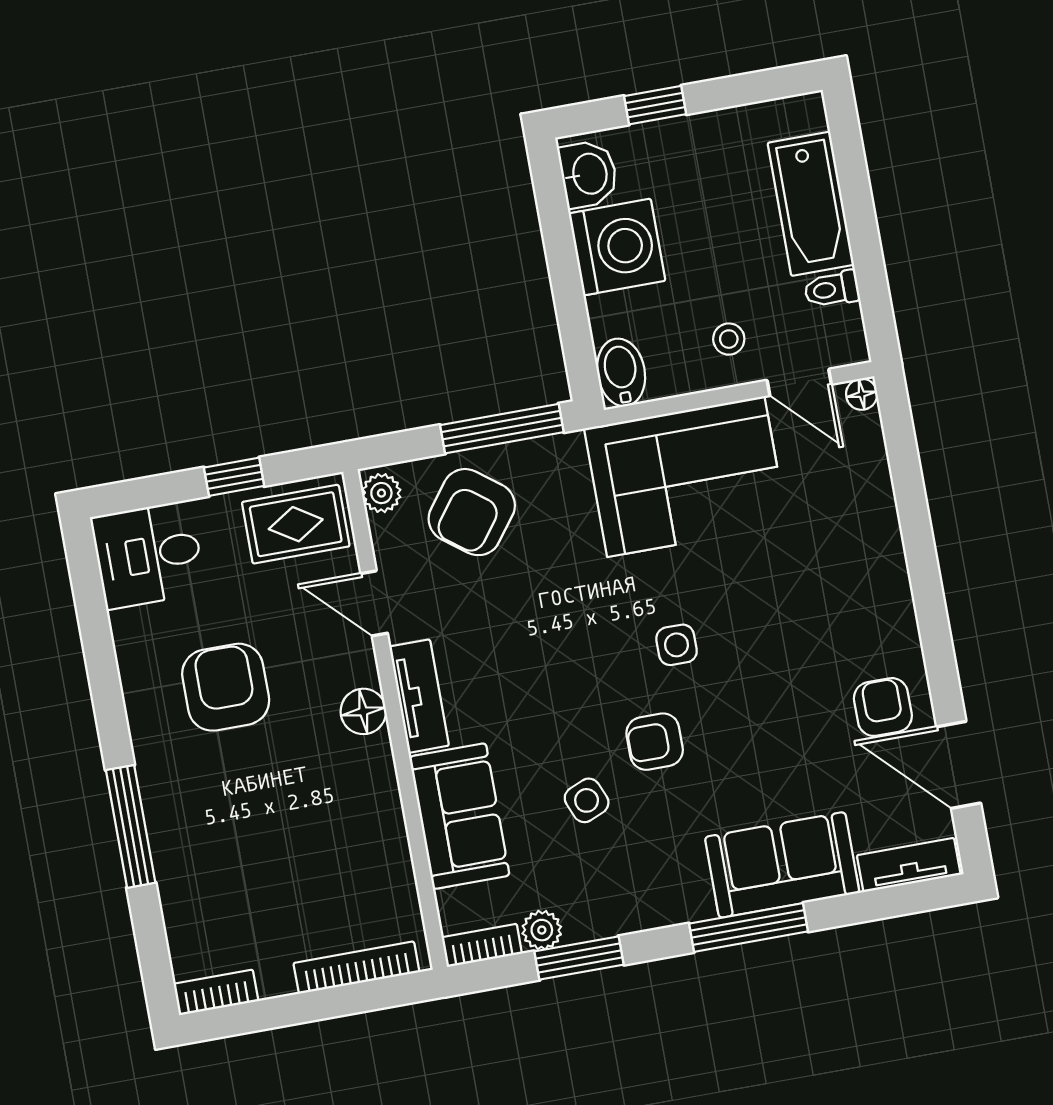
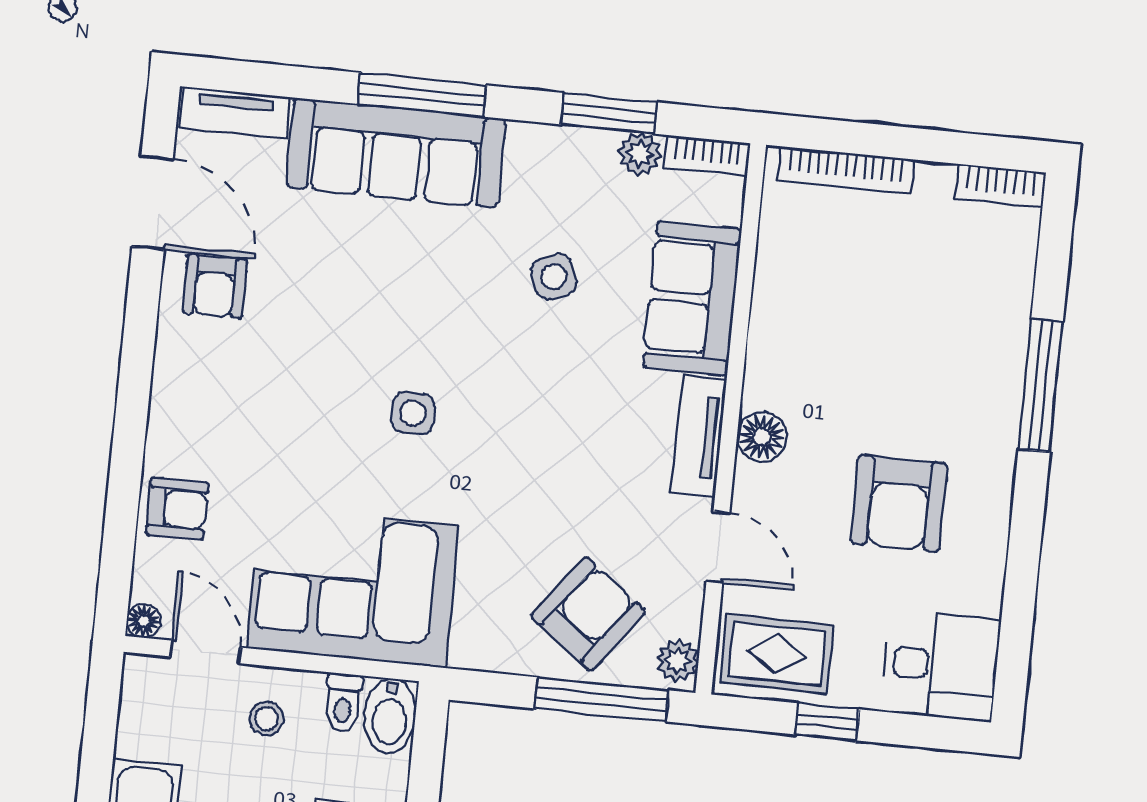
toilet: (832, 289) -> (343, 702), moved, turned 90
window: (502, 429) -> (602, 699), moved
armchair: (655, 742) -> (177, 509), moved
sofa: (782, 865) -> (396, 153), width x1.36

